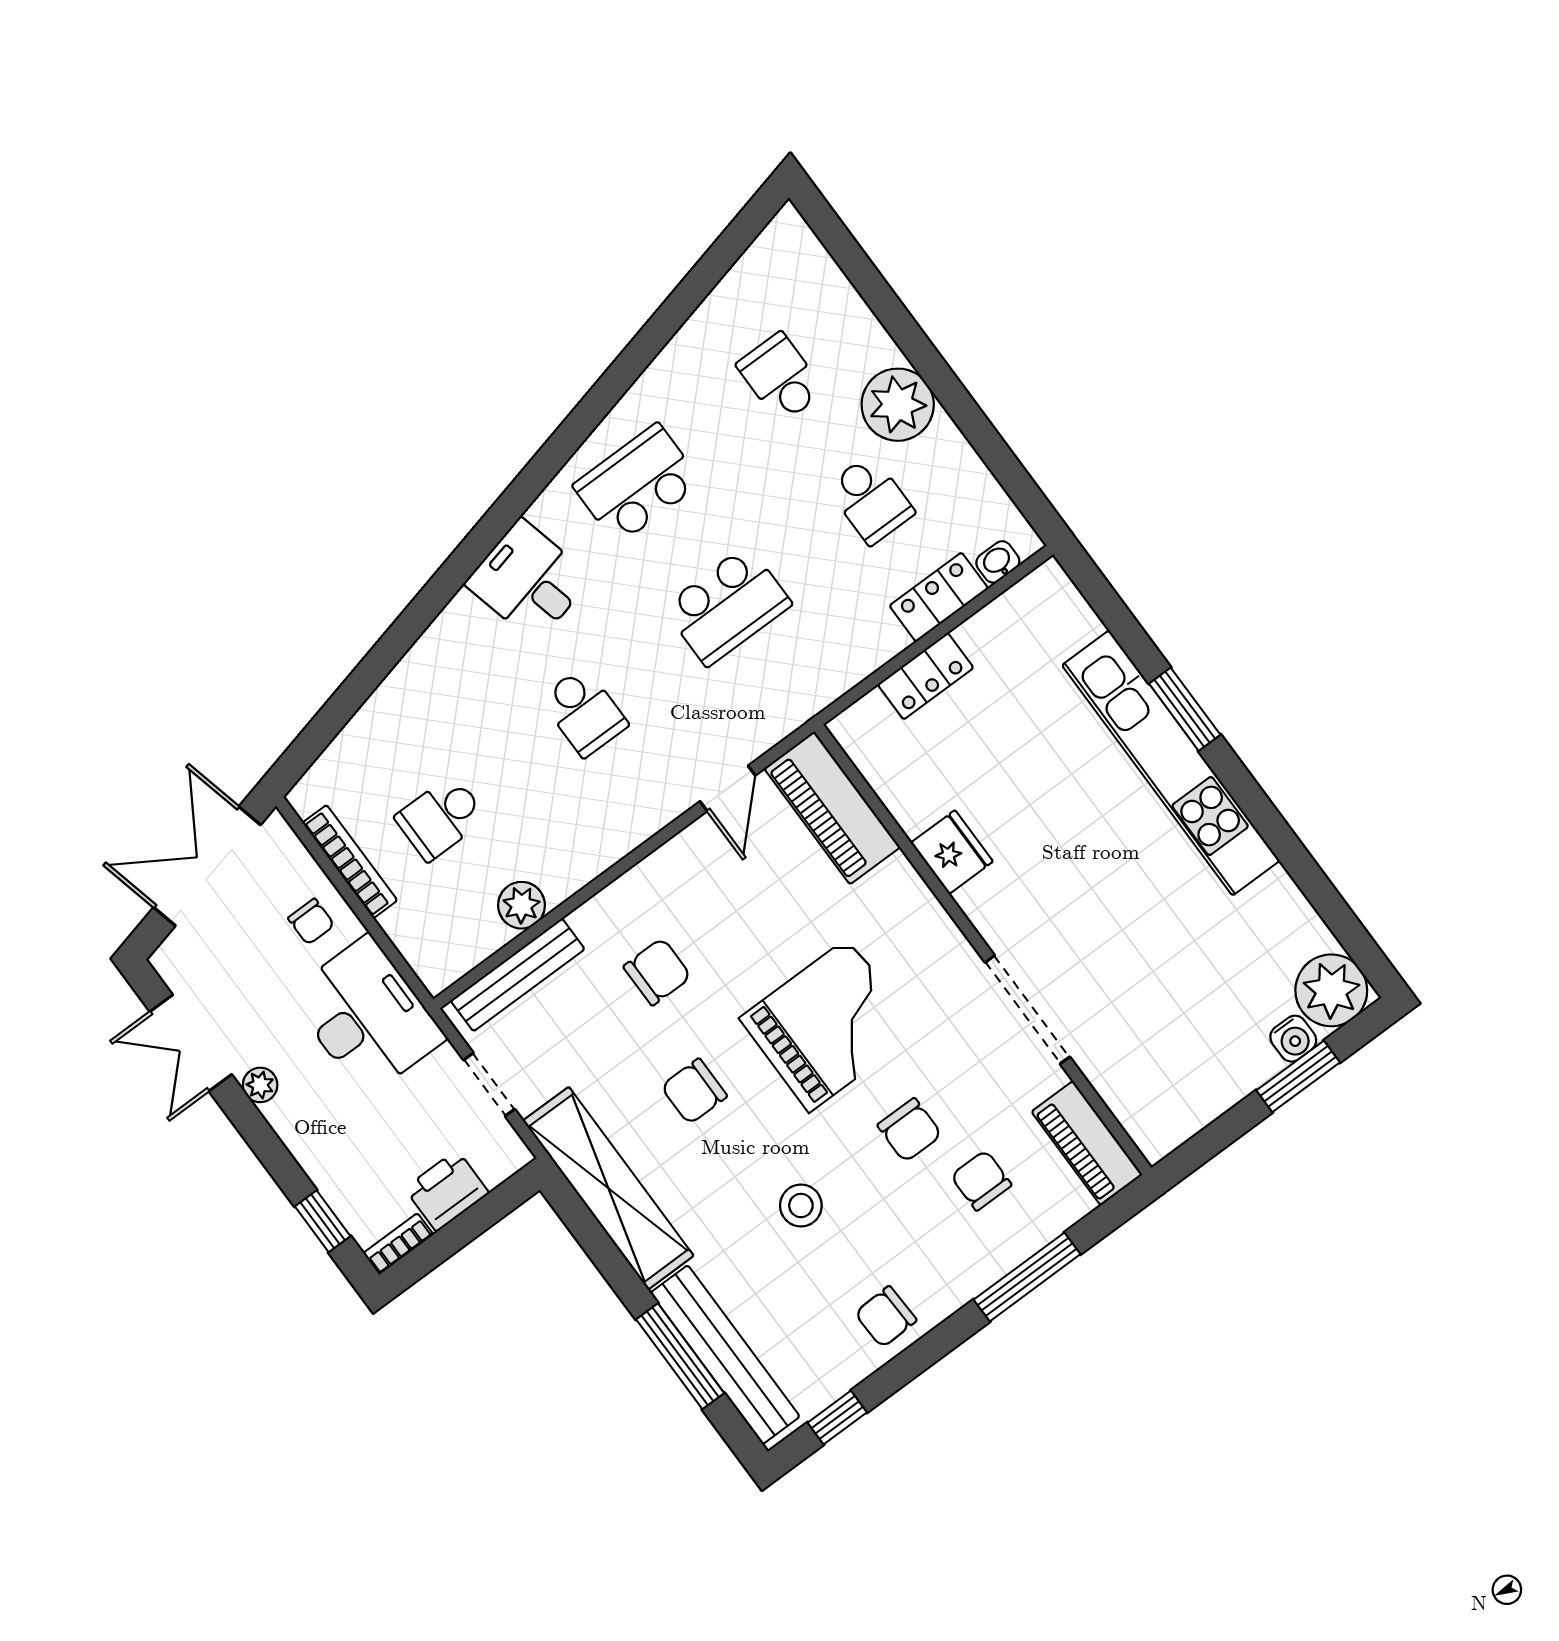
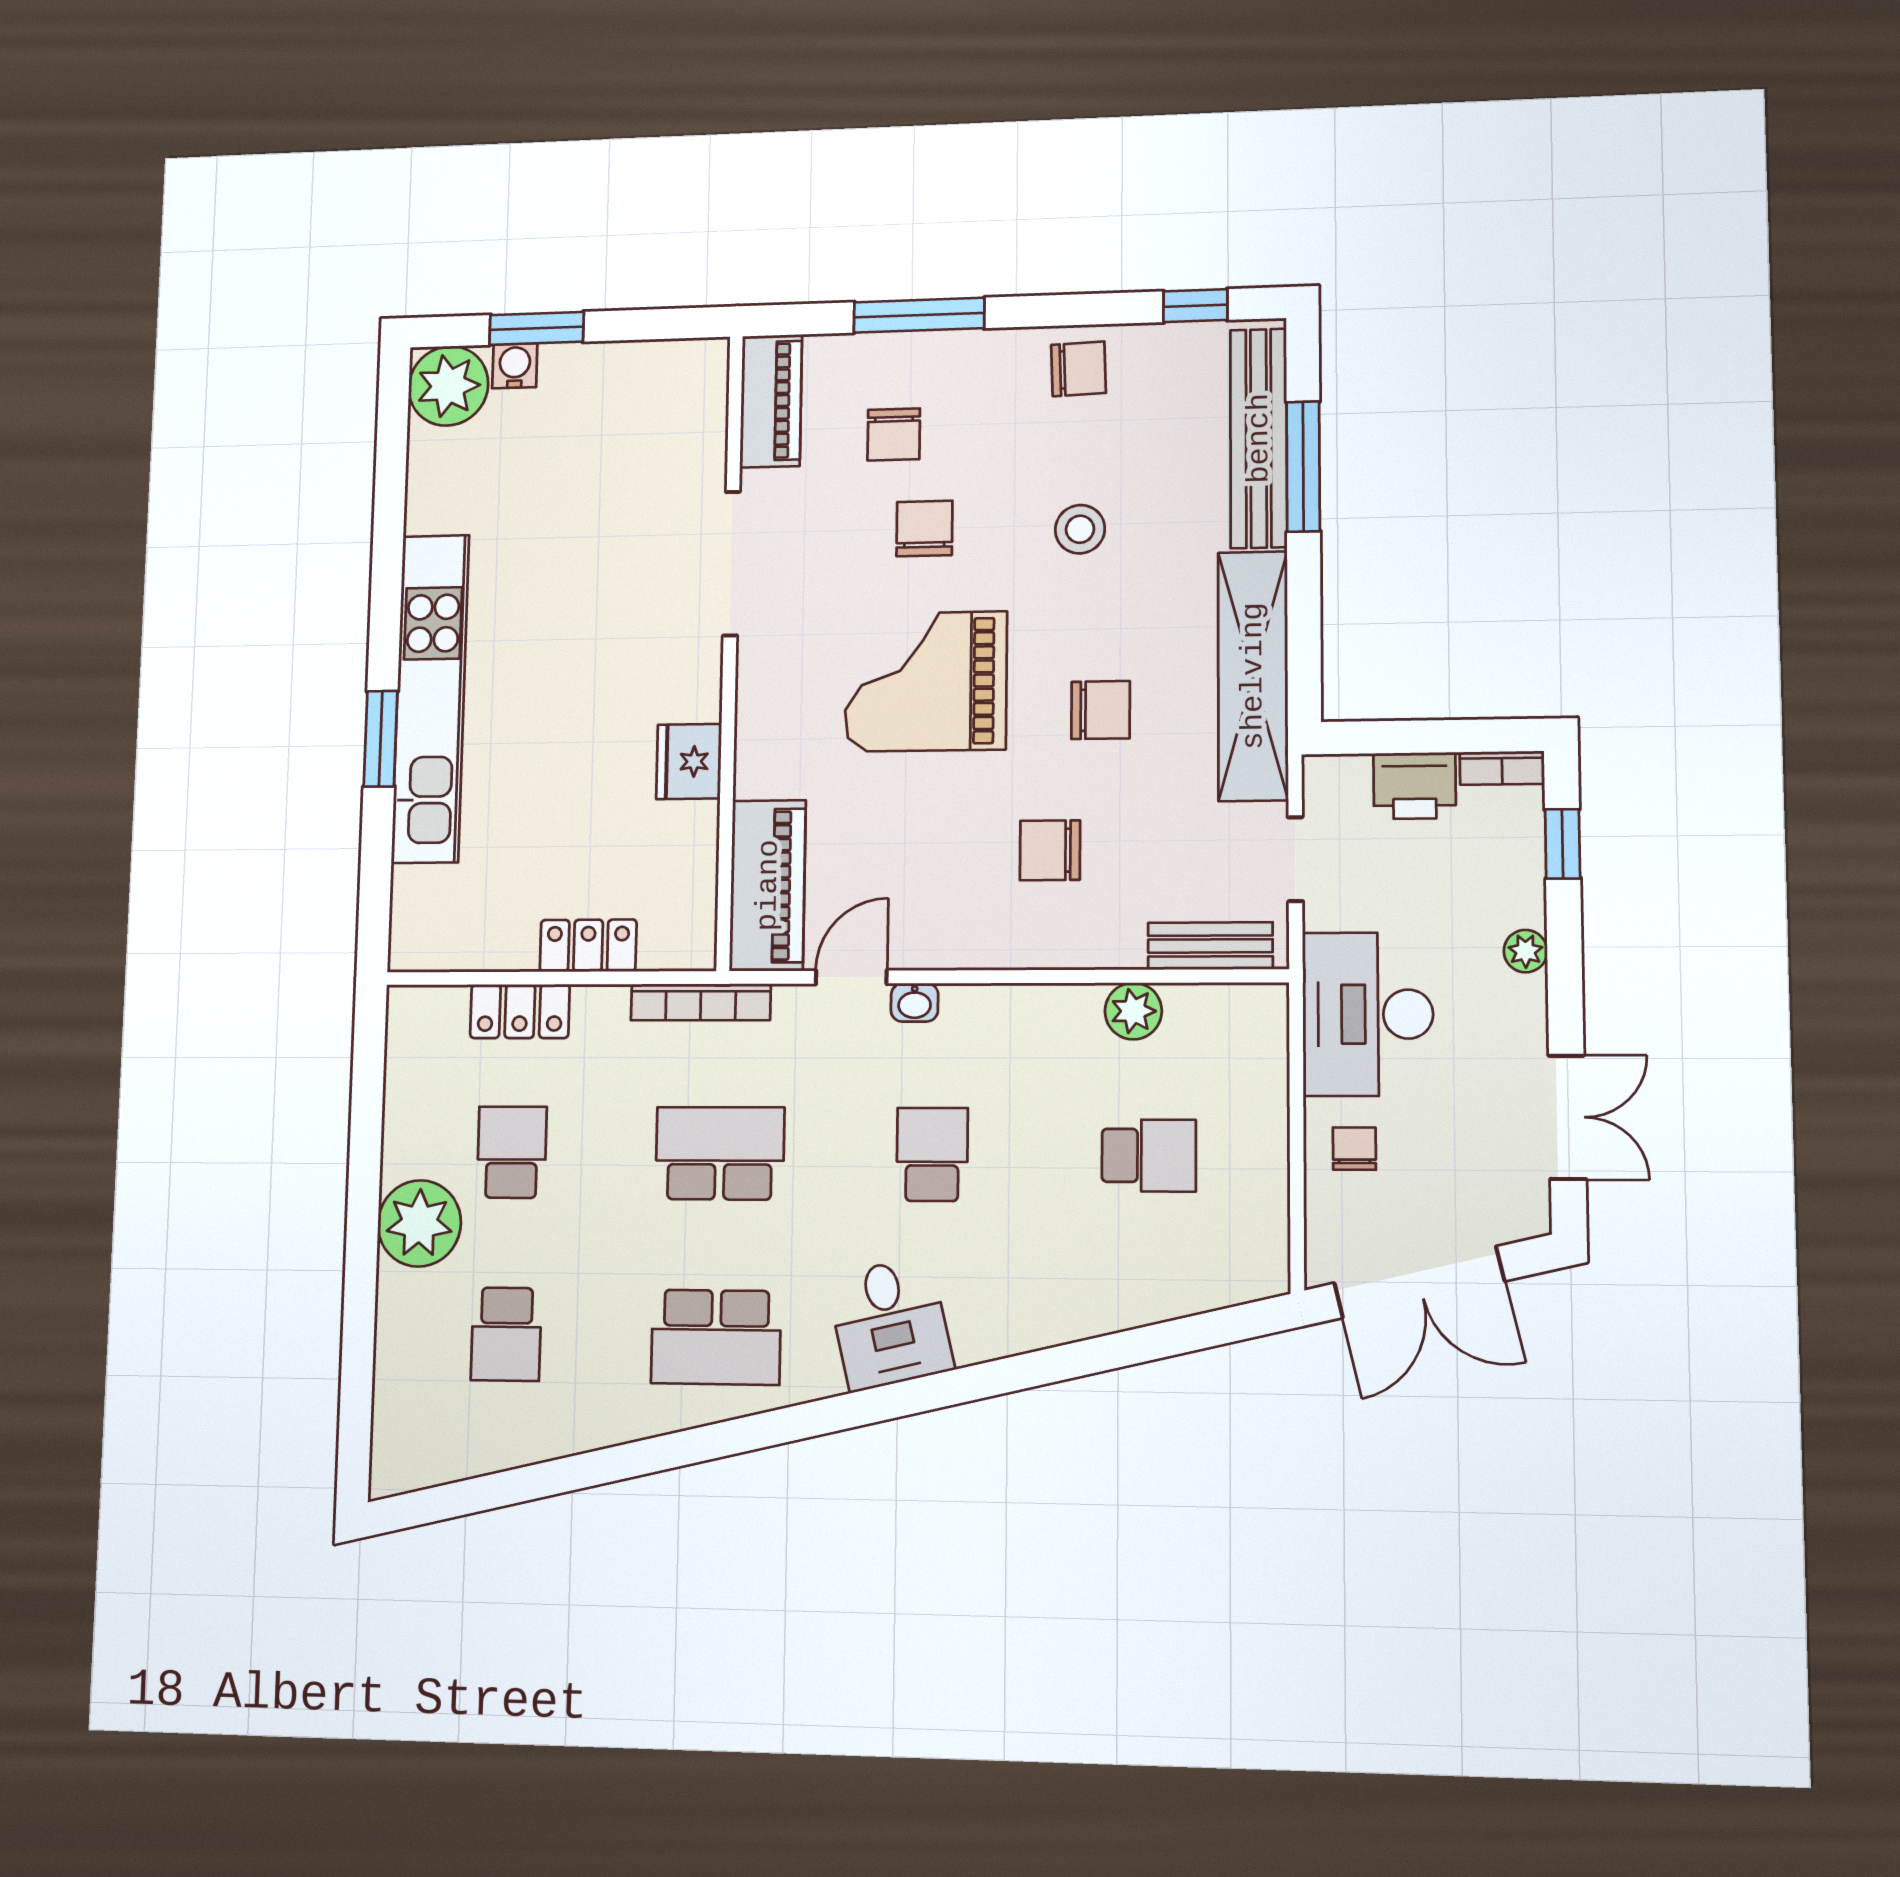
washbasin: (998, 562) -> (915, 1002), moved
bookcase: (350, 862) -> (701, 1002), moved, turned -90
bench: (518, 975) -> (1210, 946), width x0.73
plant: (260, 1085) -> (1526, 951), moved

